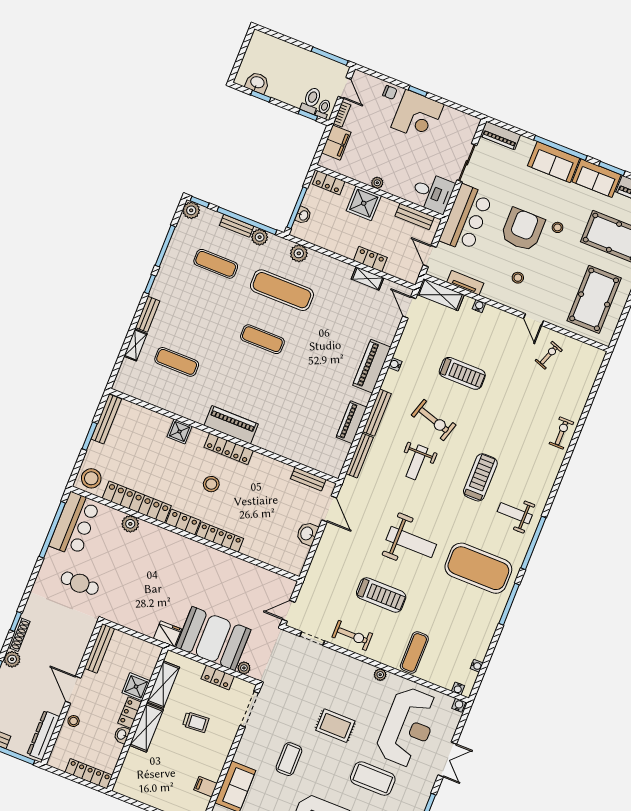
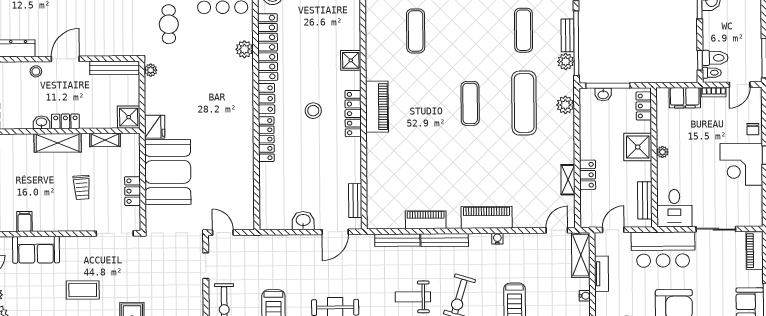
plant: (244, 668) -> (151, 70), moved
shelving: (163, 684) -> (105, 140), width x0.67, depth x0.75
shower: (136, 687) -> (129, 117), moved

